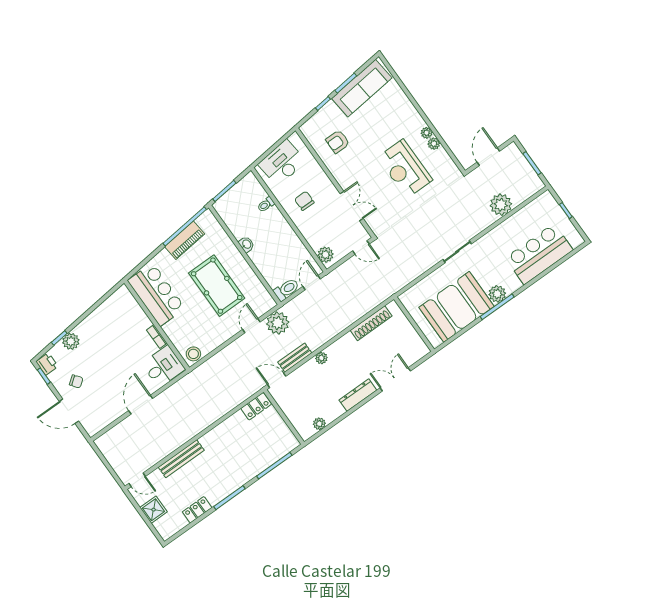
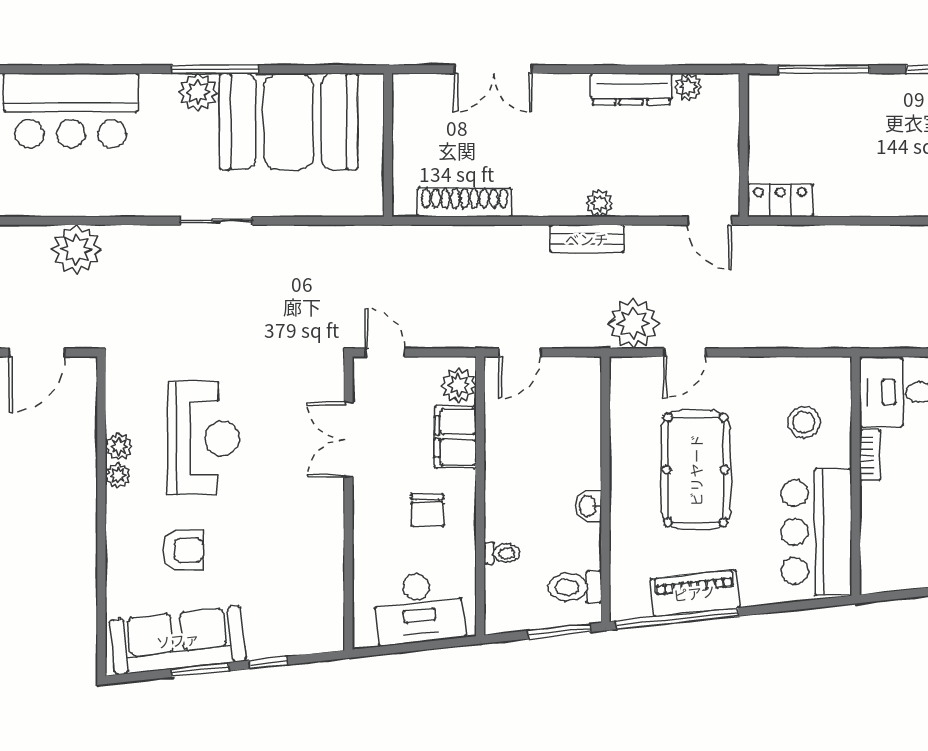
armchair: (338, 142) -> (183, 550), moved
filing cabinet: (313, 235) -> (455, 437), added
toilet: (286, 289) -> (574, 587), moved
stool: (193, 354) -> (804, 422), moved
bench: (295, 358) -> (587, 239), moved
dresser: (358, 395) -> (631, 89), moved

